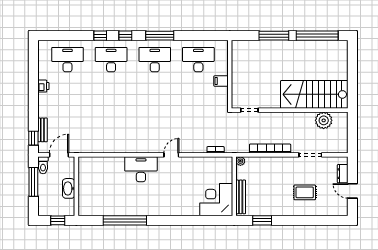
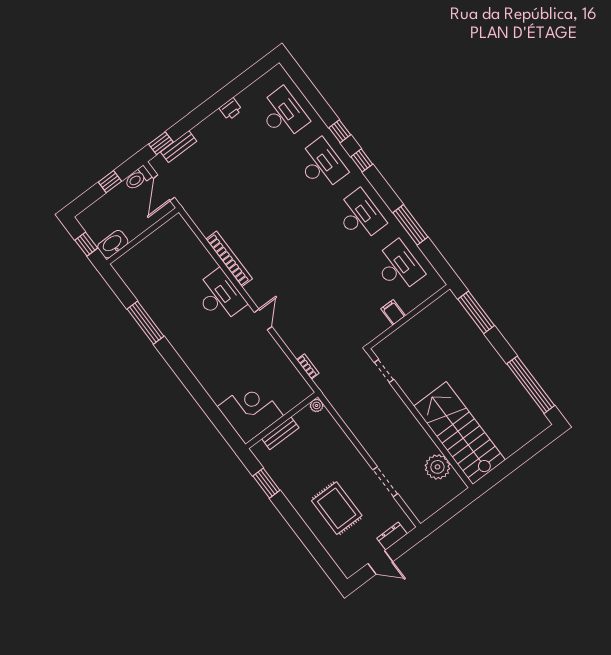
window: (160, 36) -> (410, 225), moved
window: (274, 36) -> (476, 312), moved
bookcase: (270, 149) -> (229, 259), moved
door: (59, 155) -> (164, 188), swing flipped
door: (171, 155) -> (263, 319), hinge flipped
window: (33, 182) -> (110, 182), width x0.46
washbasin: (69, 188) -> (113, 244), moved
door: (352, 191) -> (380, 563), swing flipped
rug: (305, 192) -> (337, 508), width x1.36, depth x1.43
bench: (241, 197) -> (280, 433), width x0.73
window: (125, 220) -> (145, 323), width x0.68

